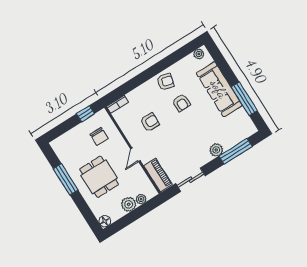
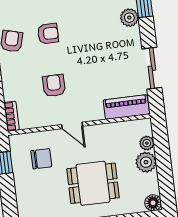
door: (135, 155) -> (72, 125), moved

